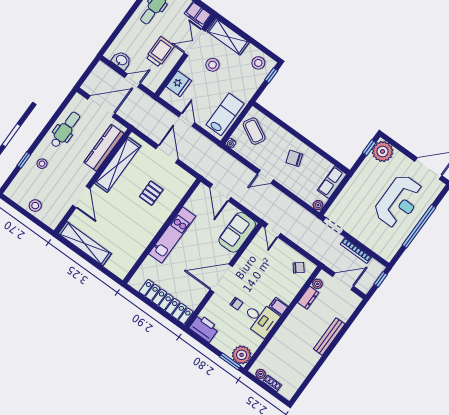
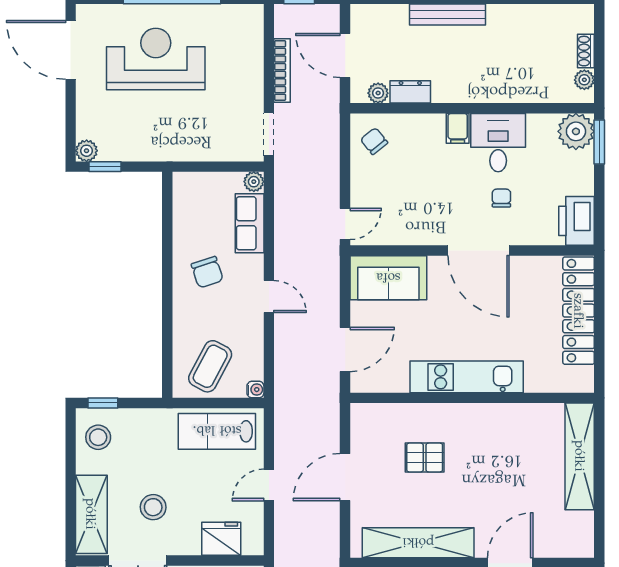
plant: (383, 151) -> (87, 151), width x0.53, depth x0.53
row of seats: (332, 182) -> (250, 223), moved, turned 90
shelving: (85, 244) -> (580, 456), moved

